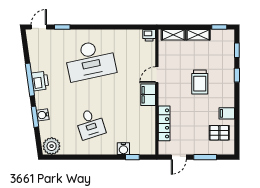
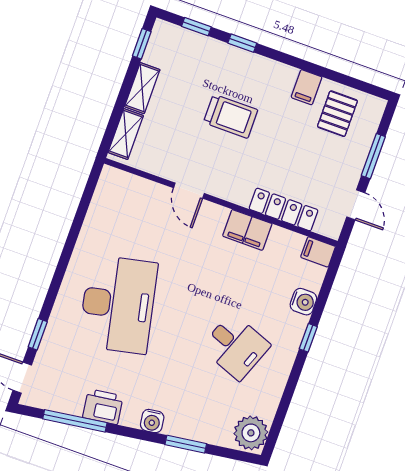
printer: (149, 35) -> (110, 179), removed
window: (30, 80) -> (75, 421), moved
printer: (40, 81) -> (103, 407), moved
filing cabinet: (148, 95) -> (247, 230), moved
water cooler: (43, 115) -> (152, 421), moved
desk: (90, 124) -> (236, 346), turned 39
filing cabinet: (150, 147) -> (318, 252), added
window: (132, 157) -> (308, 338), moved

